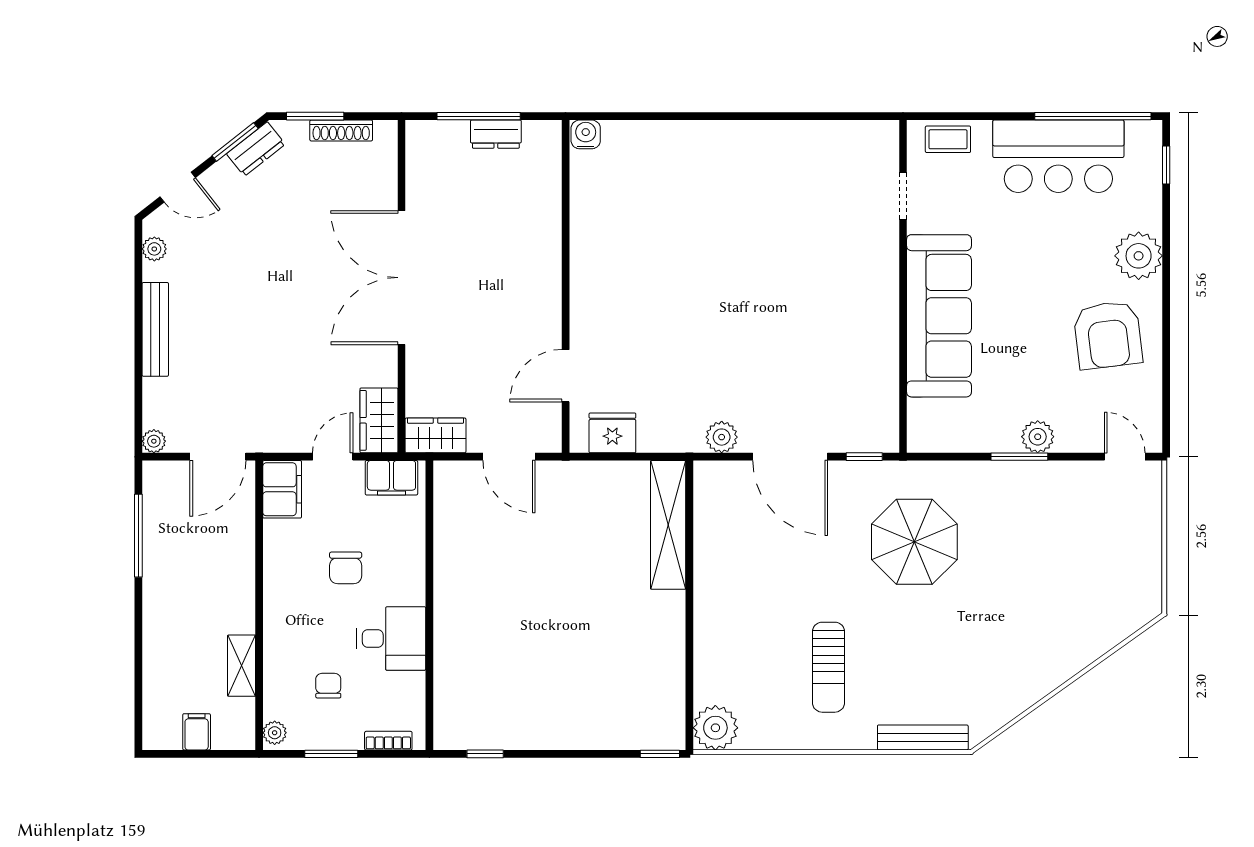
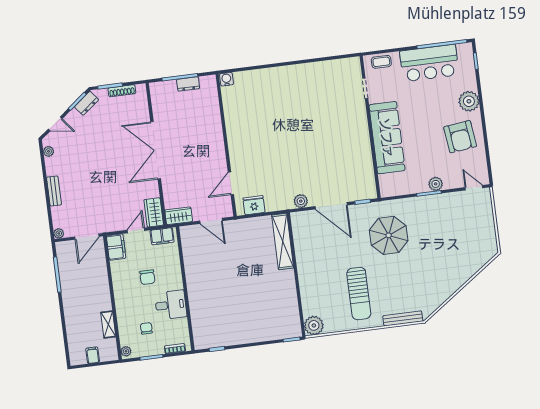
bench: (155, 329) -> (54, 191), width x0.73
sun lounger: (829, 667) -> (359, 294), width x1.36, depth x1.34

